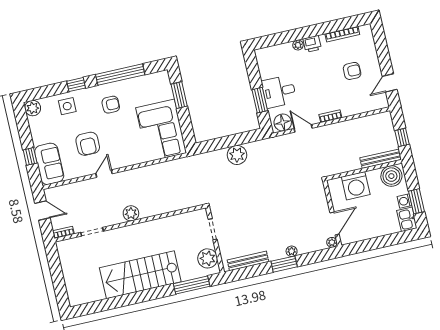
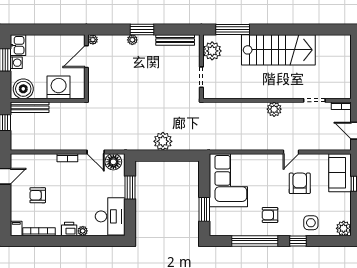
filing cabinet: (366, 32) -> (16, 228), added
desk: (279, 91) -> (110, 216), moved, width x1.37

